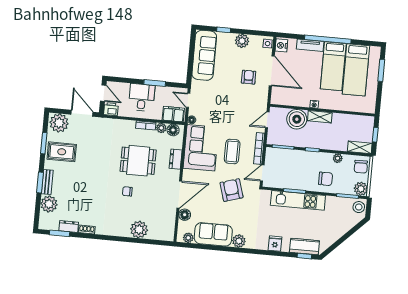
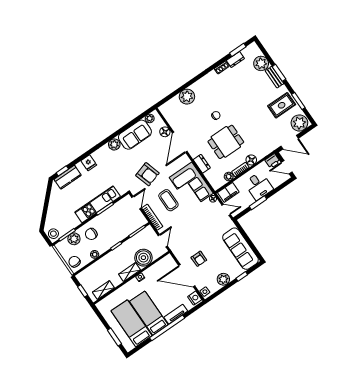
floor lamp: (173, 130) -> (251, 160), moved
shelving: (360, 147) -> (103, 290), moved
plant: (361, 189) -> (74, 239), moved

